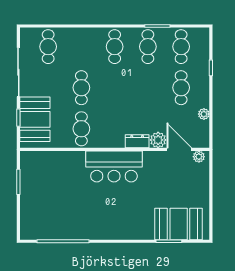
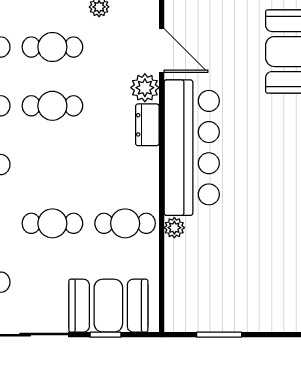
cafe table: (148, 88) -> (52, 106), added
door: (179, 149) -> (162, 50), swing flipped
plant: (199, 157) -> (174, 228), moved
bar counter: (114, 166) -> (192, 148), width x1.36

